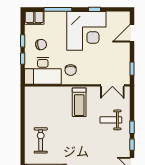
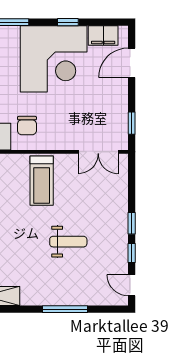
filing cabinet: (115, 17) -> (103, 36), added
weight bench: (111, 120) -> (68, 242), moved, turned 180

